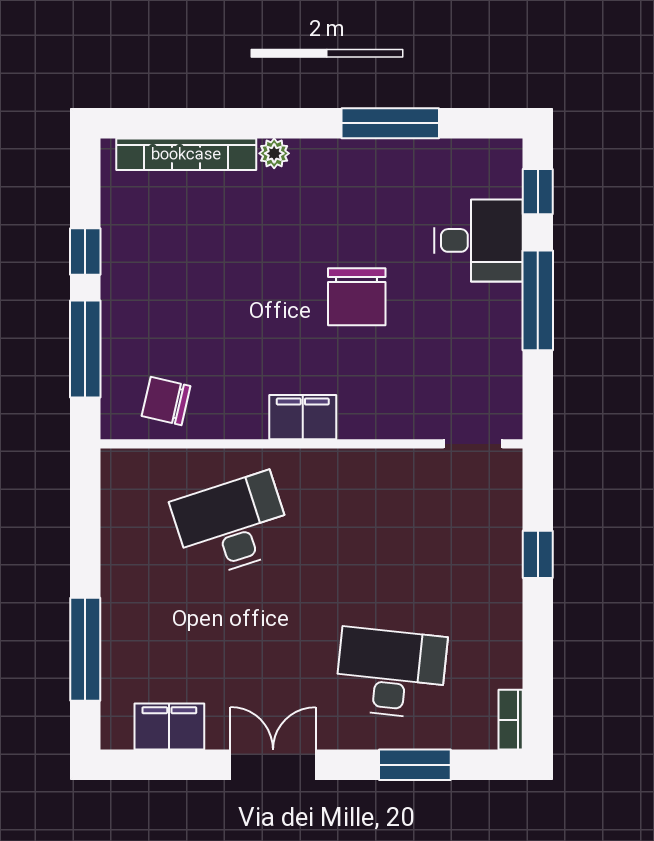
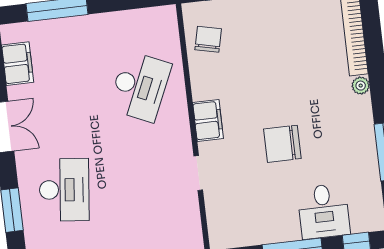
doorway: (473, 444) -> (198, 173), moved
desk: (232, 525) -> (140, 86), turned 42

